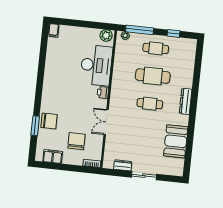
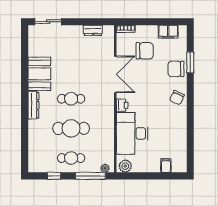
filing cabinet: (53, 30) -> (166, 166), moved
chair: (51, 94) -> (177, 98), added
double door: (106, 122) -> (115, 74), width x1.37
chair: (76, 141) -> (145, 51), turned -90
booth: (176, 141) -> (39, 74), moved
sliding door: (144, 176) -> (48, 22), moved

